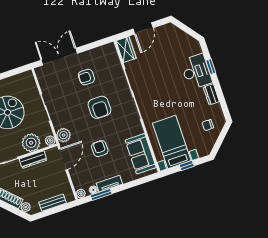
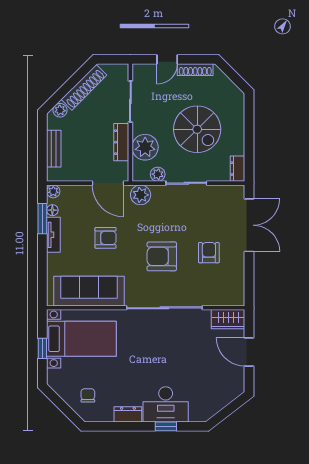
dresser: (25, 77) -> (238, 169), added
plant: (50, 141) -> (158, 174), moved
sofa: (141, 154) -> (89, 291), width x1.36

